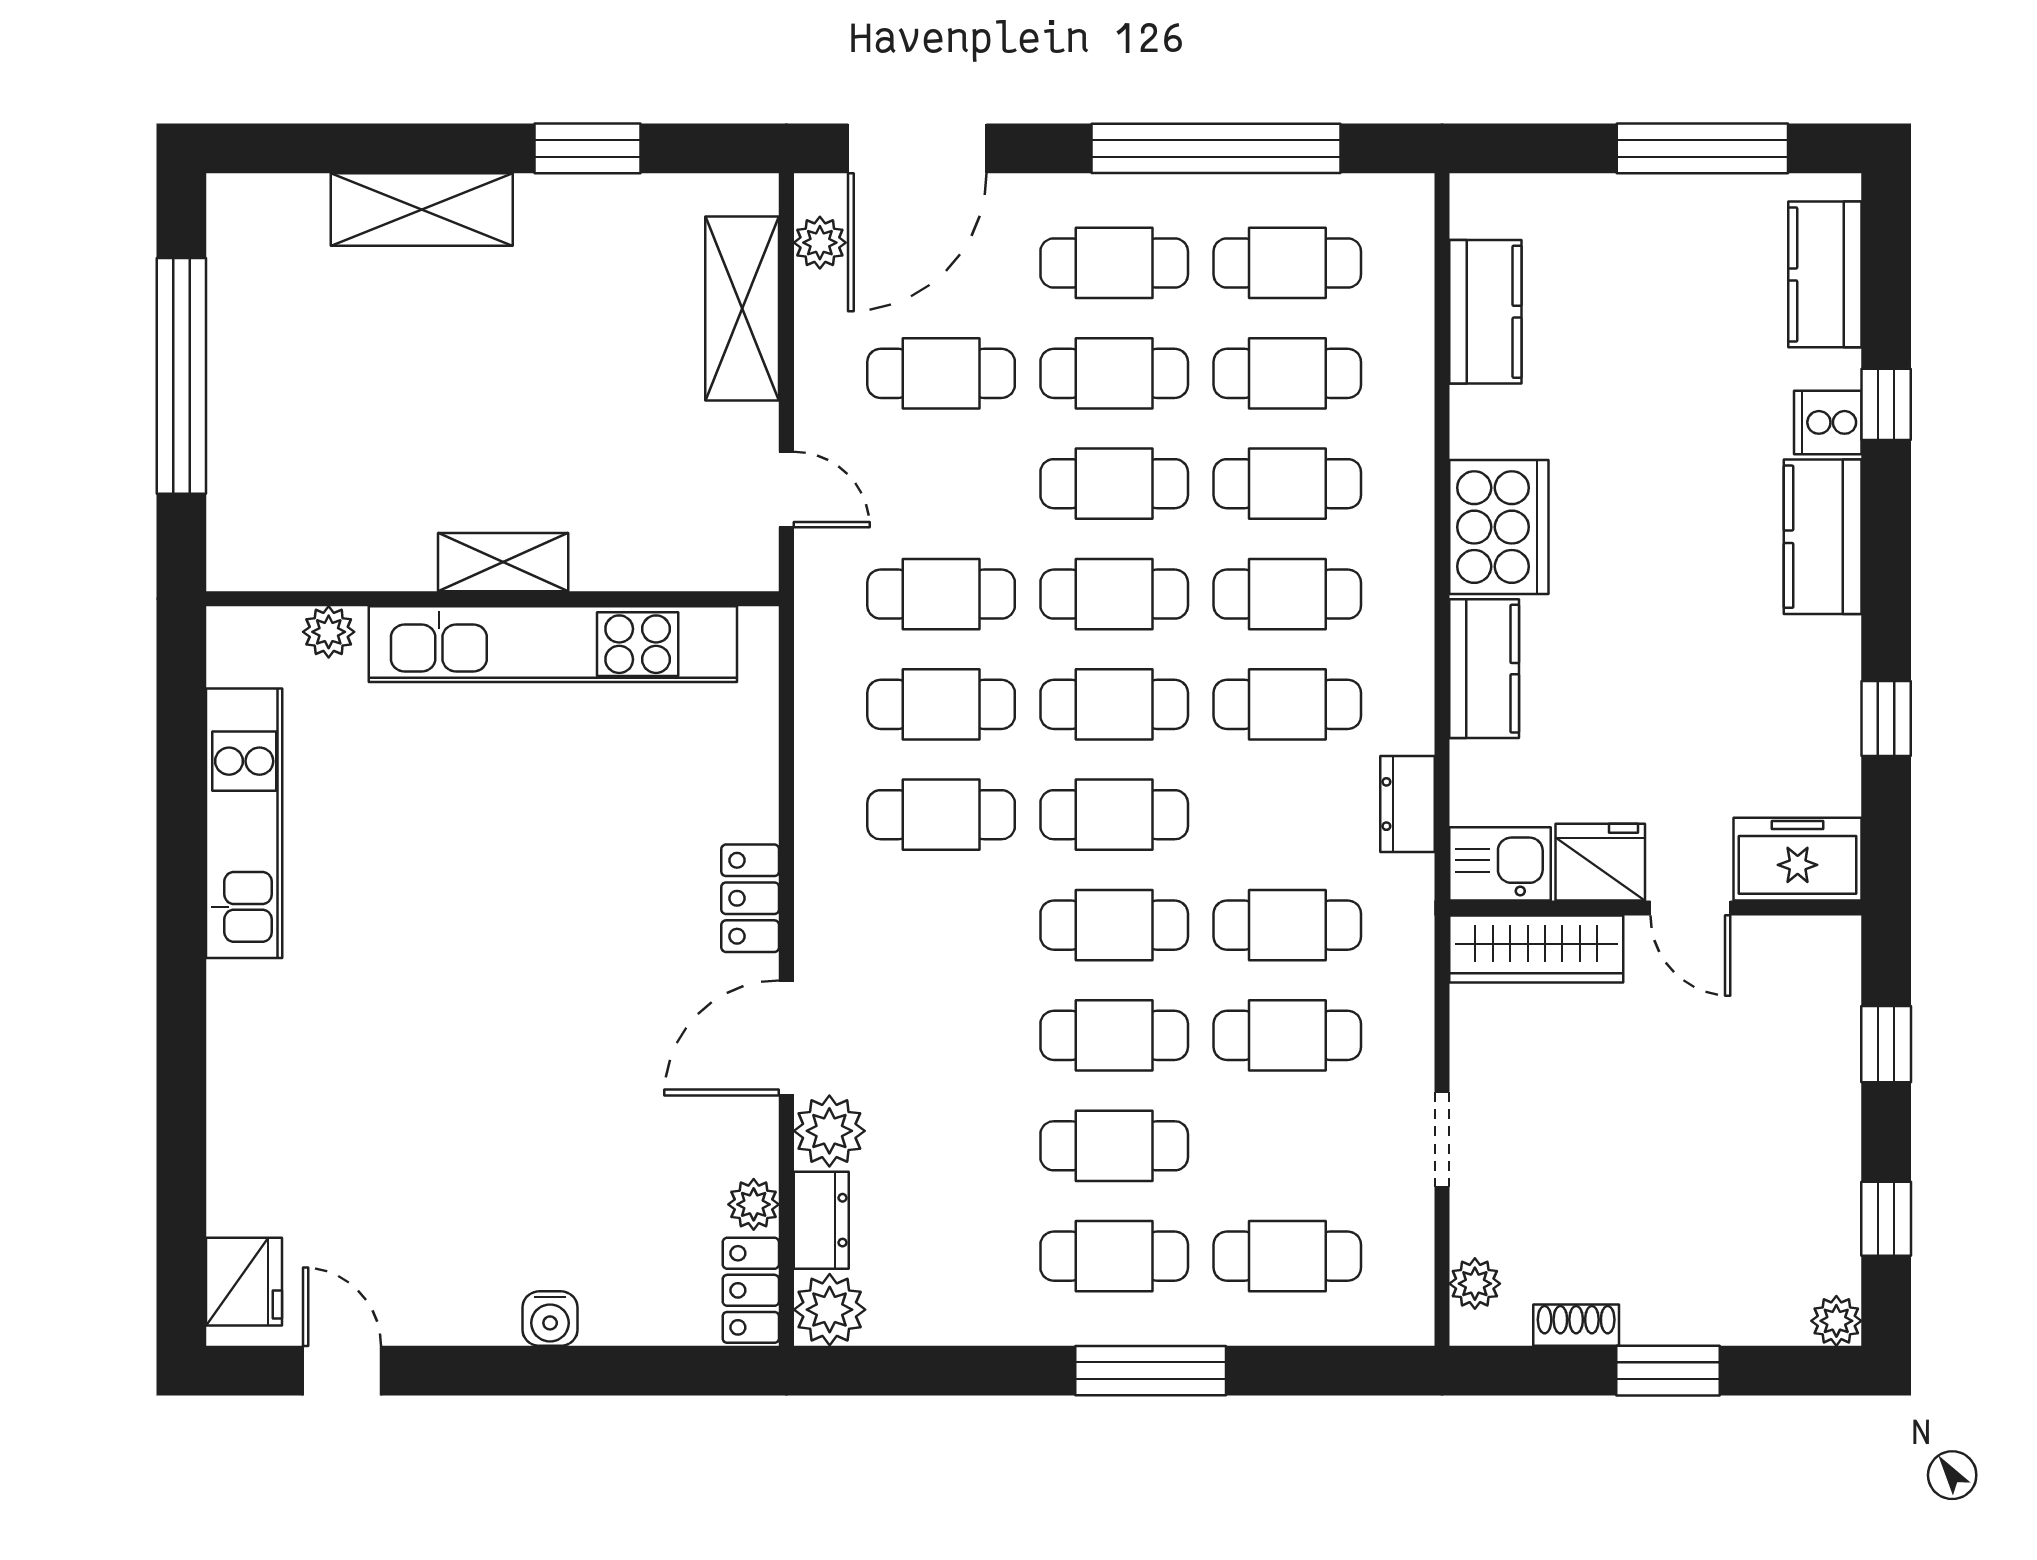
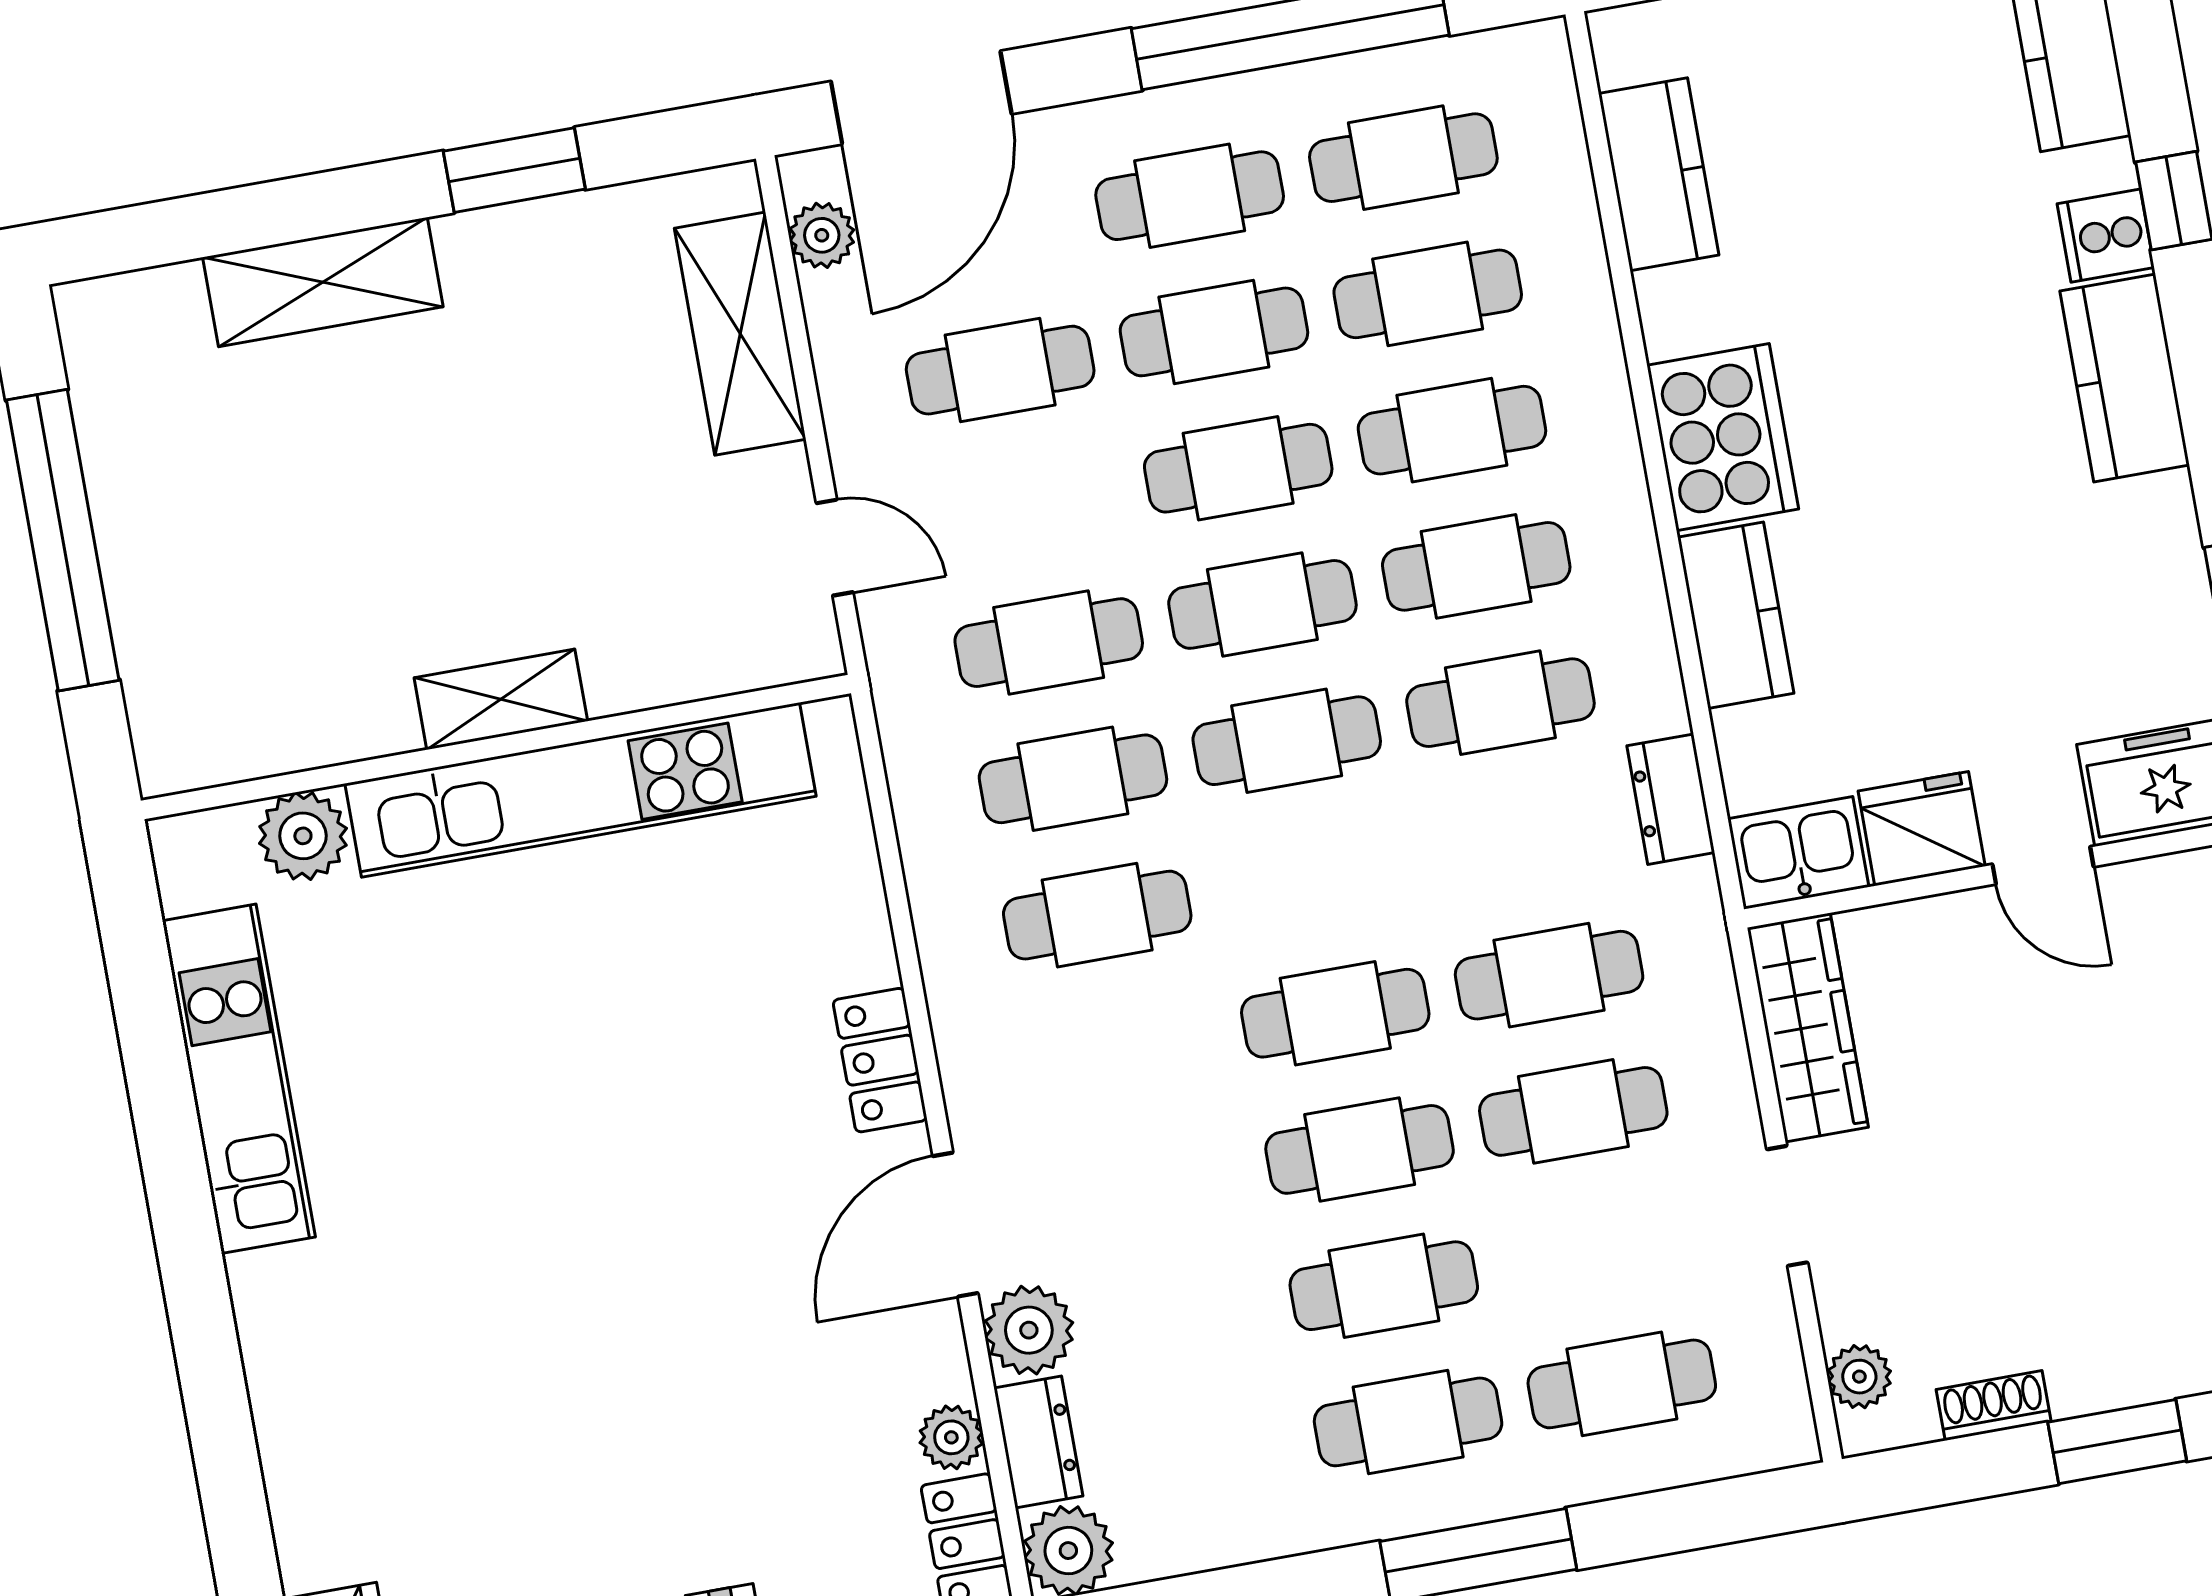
plant: (329, 632) -> (303, 836), width x1.38, depth x1.38
cafe table: (1114, 815) -> (1311, 877), removed
wardrobe: (1536, 949) -> (1808, 1027), moved, turned -90

